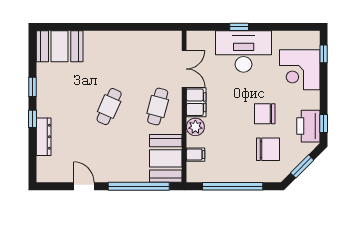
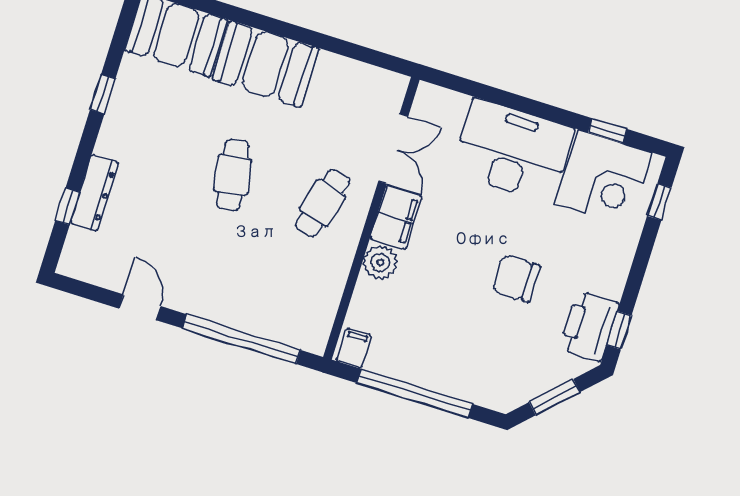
window: (239, 27) -> (607, 131), moved
corner desk: (300, 70) -> (604, 178), moved, turned -90
cafe table: (109, 107) -> (233, 175), turned -33
window: (32, 119) -> (68, 206), moved
chair: (268, 149) -> (501, 346), removed
filing cabinet: (196, 155) -> (354, 348), moved, turned -90
booth: (166, 158) -> (265, 64), moved, turned 90

